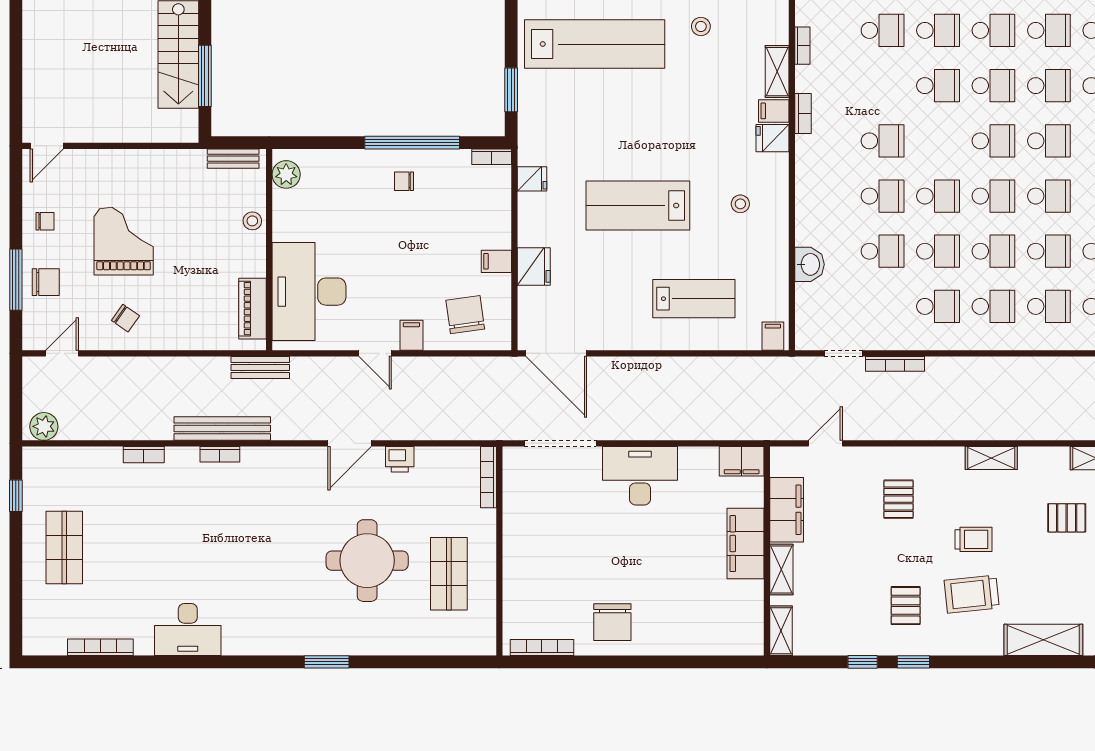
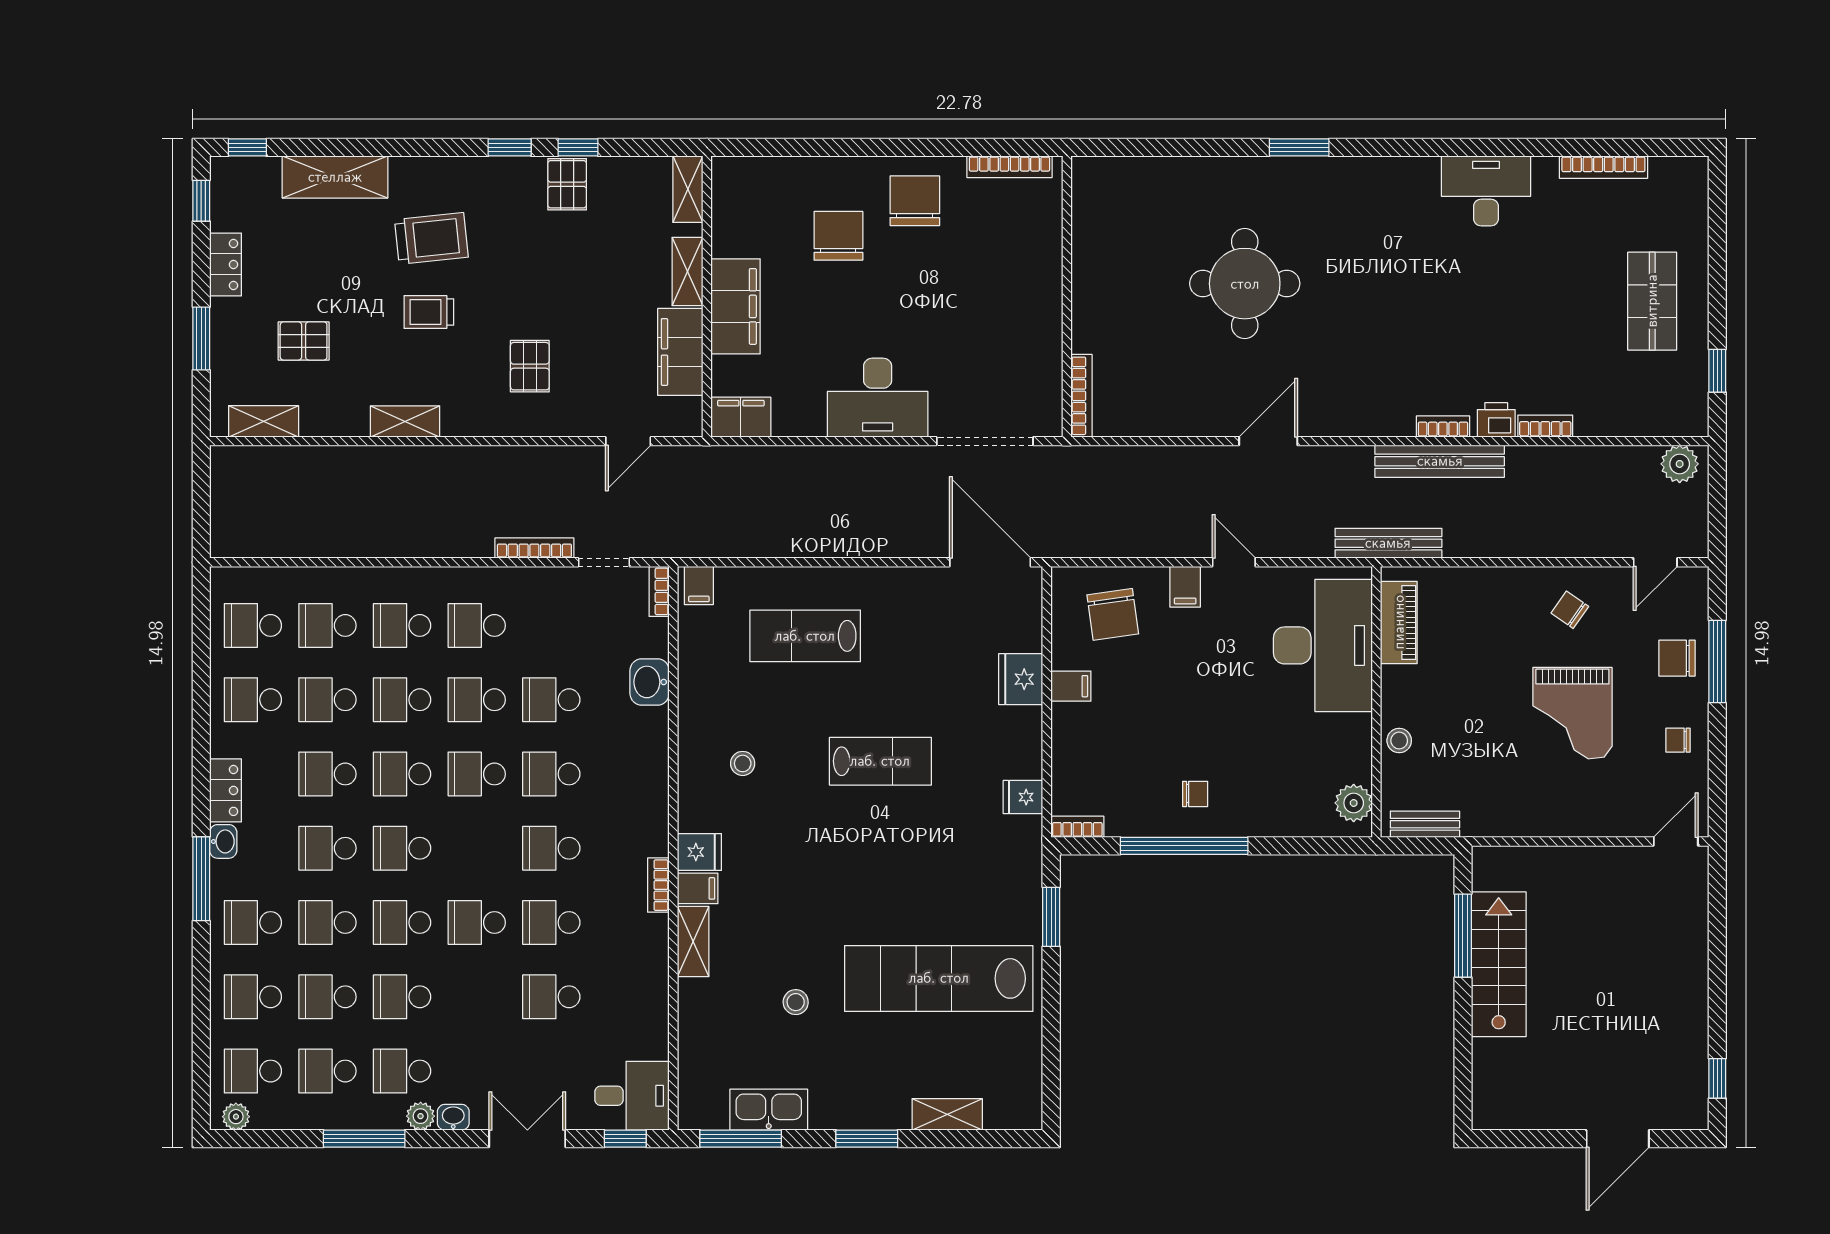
school desk: (938, 30) -> (551, 923), moved
bookcase: (802, 46) -> (659, 591), moved
lab bench: (638, 206) -> (880, 761), width x0.73, depth x0.72
bench: (260, 368) -> (1388, 543), width x1.36
printer: (400, 459) -> (1496, 420), moved
shop shelf: (449, 574) -> (1135, 266), removed
chair: (669, 596) -> (838, 236), added
pallet: (906, 606) -> (567, 184), moved

